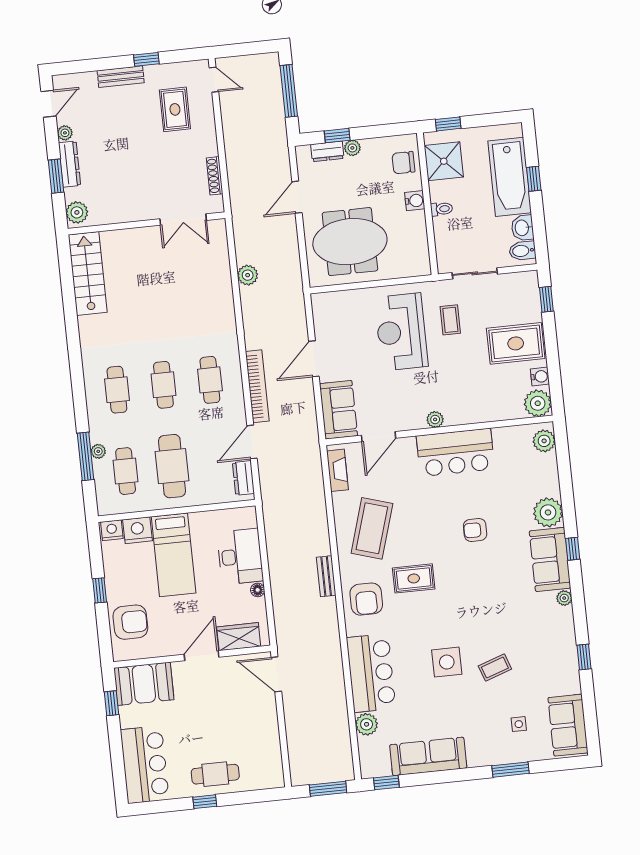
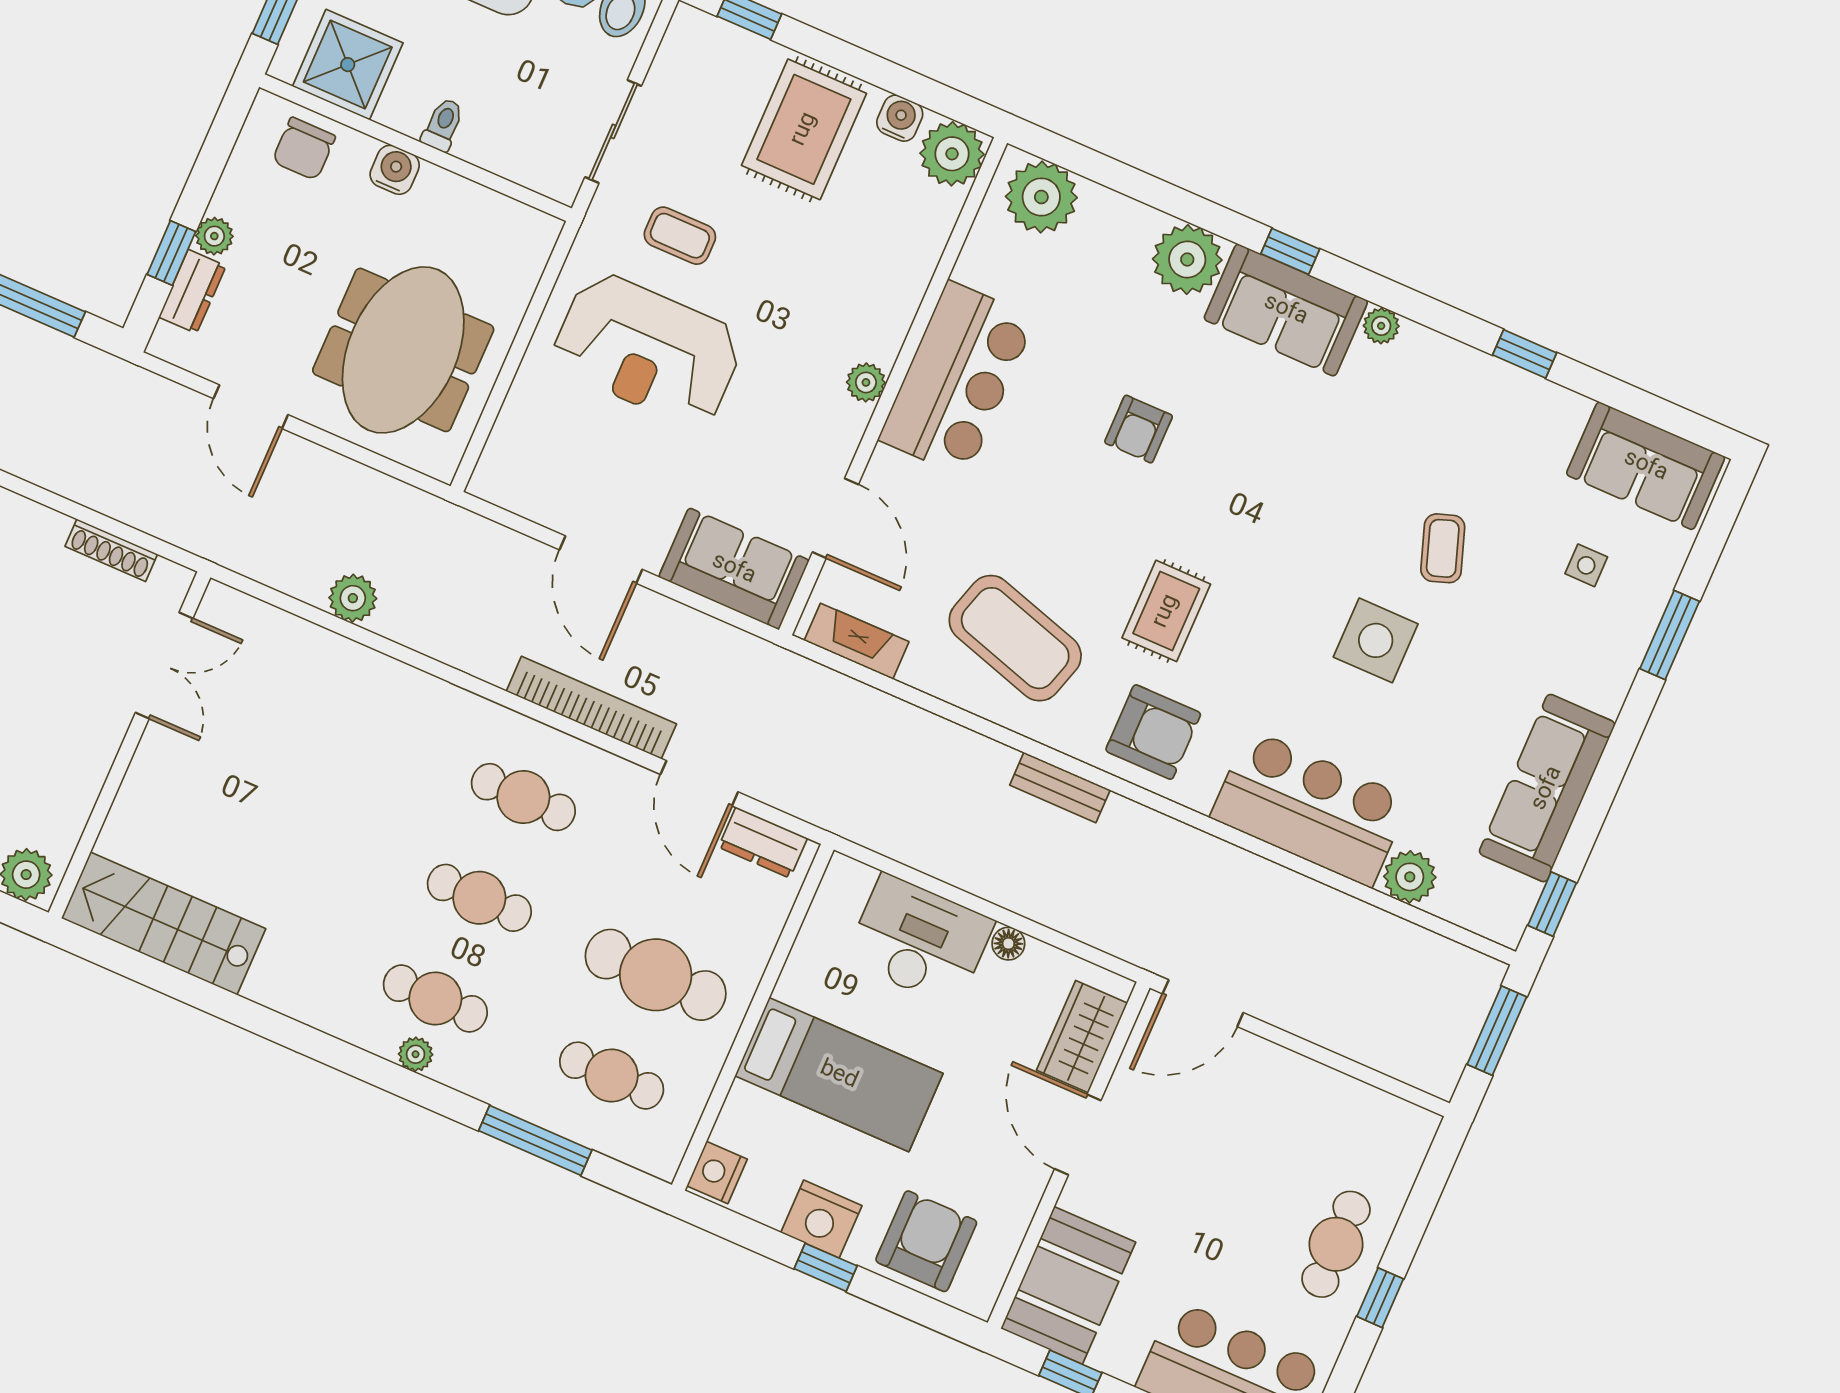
plant: (544, 441) -> (1041, 197), width x1.36, depth x1.36
plant: (98, 451) -> (416, 1054), moved
nightstand: (138, 530) -> (821, 1219), moved, turned -90

